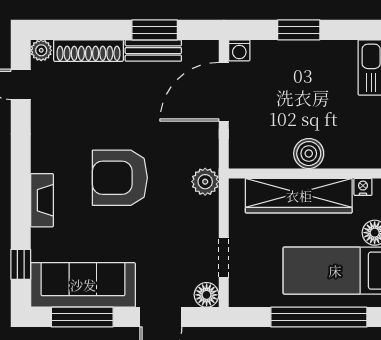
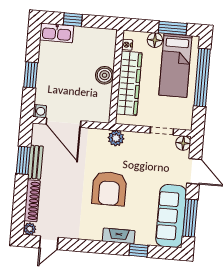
window: (21, 264) -> (138, 250), moved

